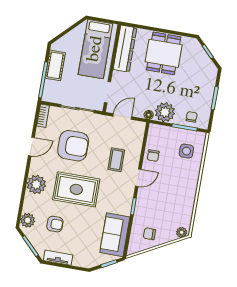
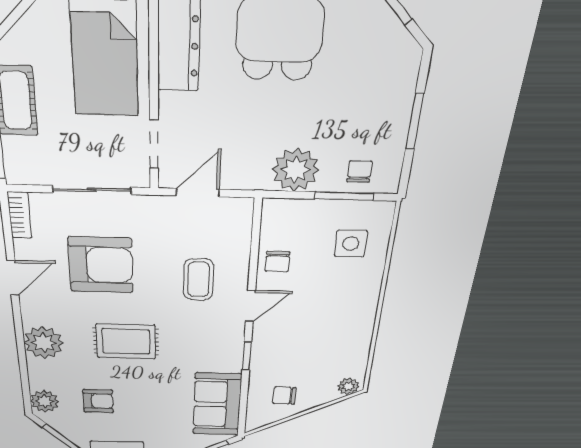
floor lamp: (149, 115) -> (258, 181), removed
rug: (76, 189) -> (126, 341), width x0.73, depth x0.70

